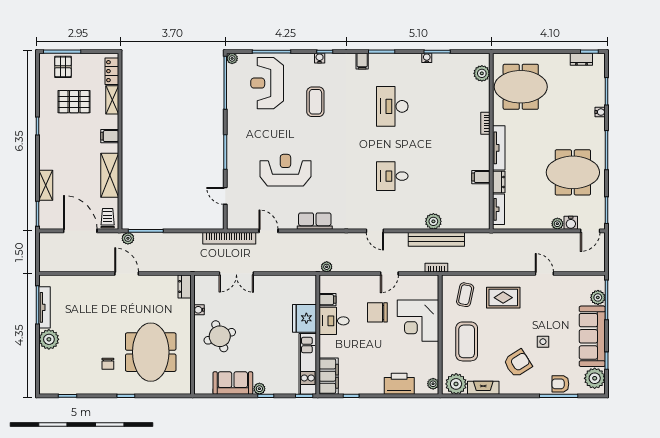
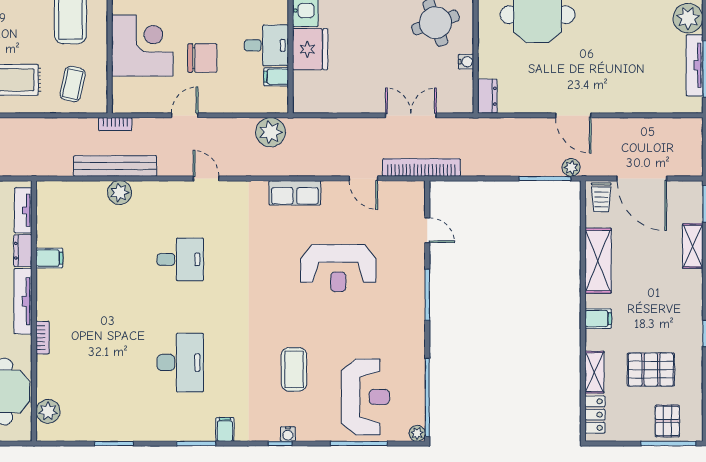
water cooler: (427, 58) -> (129, 434), removed
plant: (327, 267) -> (271, 132), width x1.88, depth x1.88

